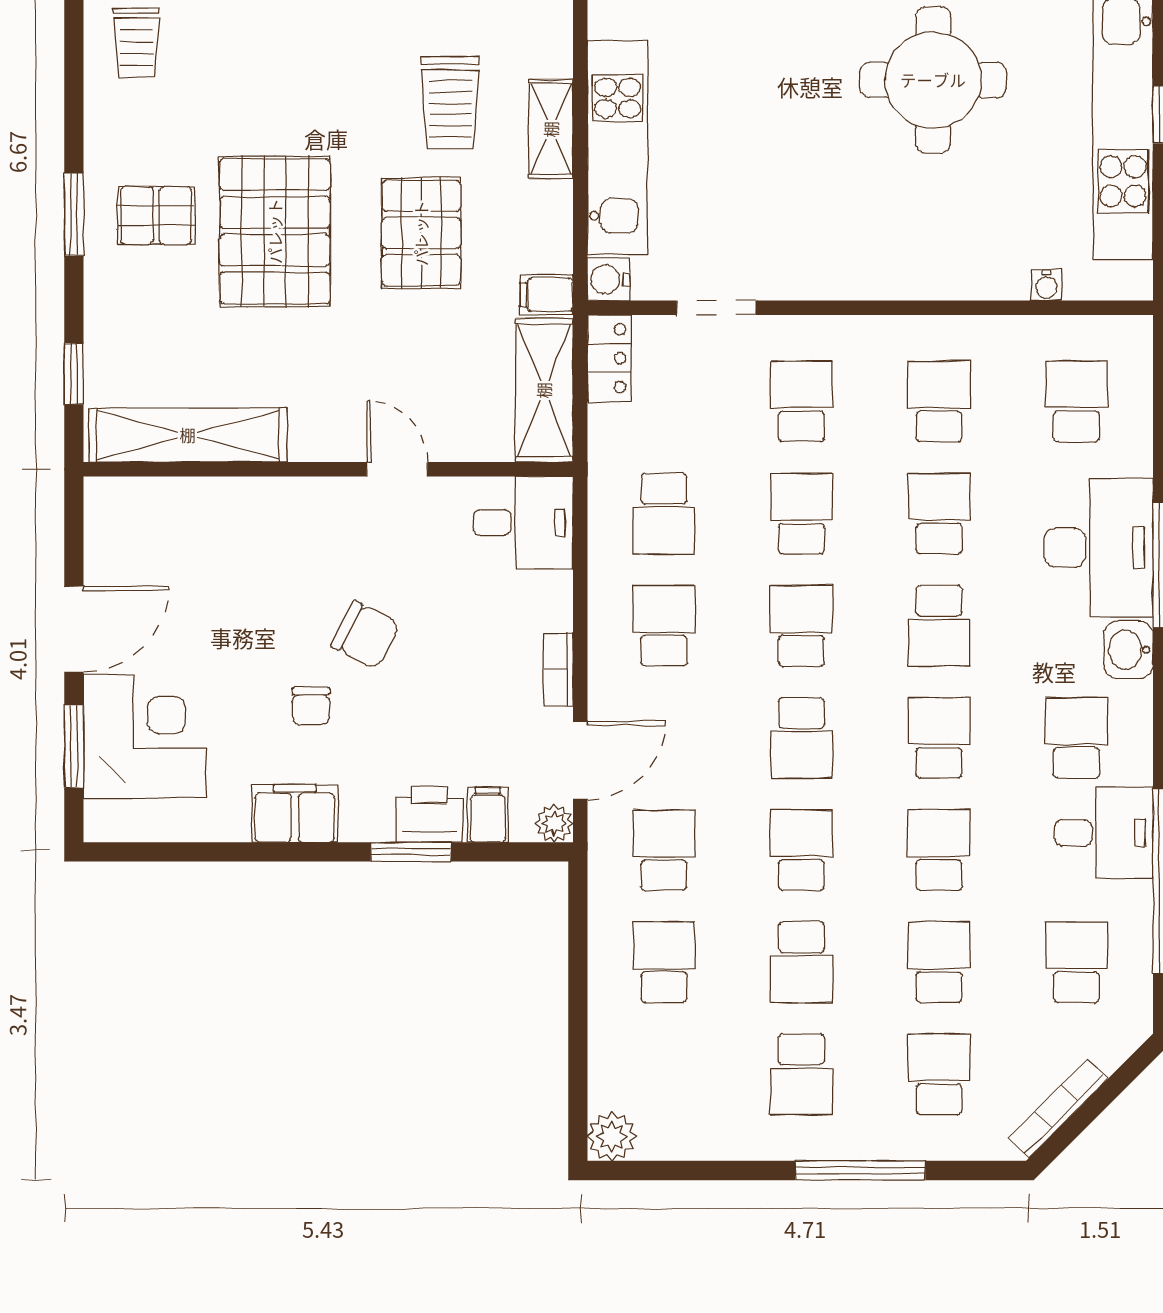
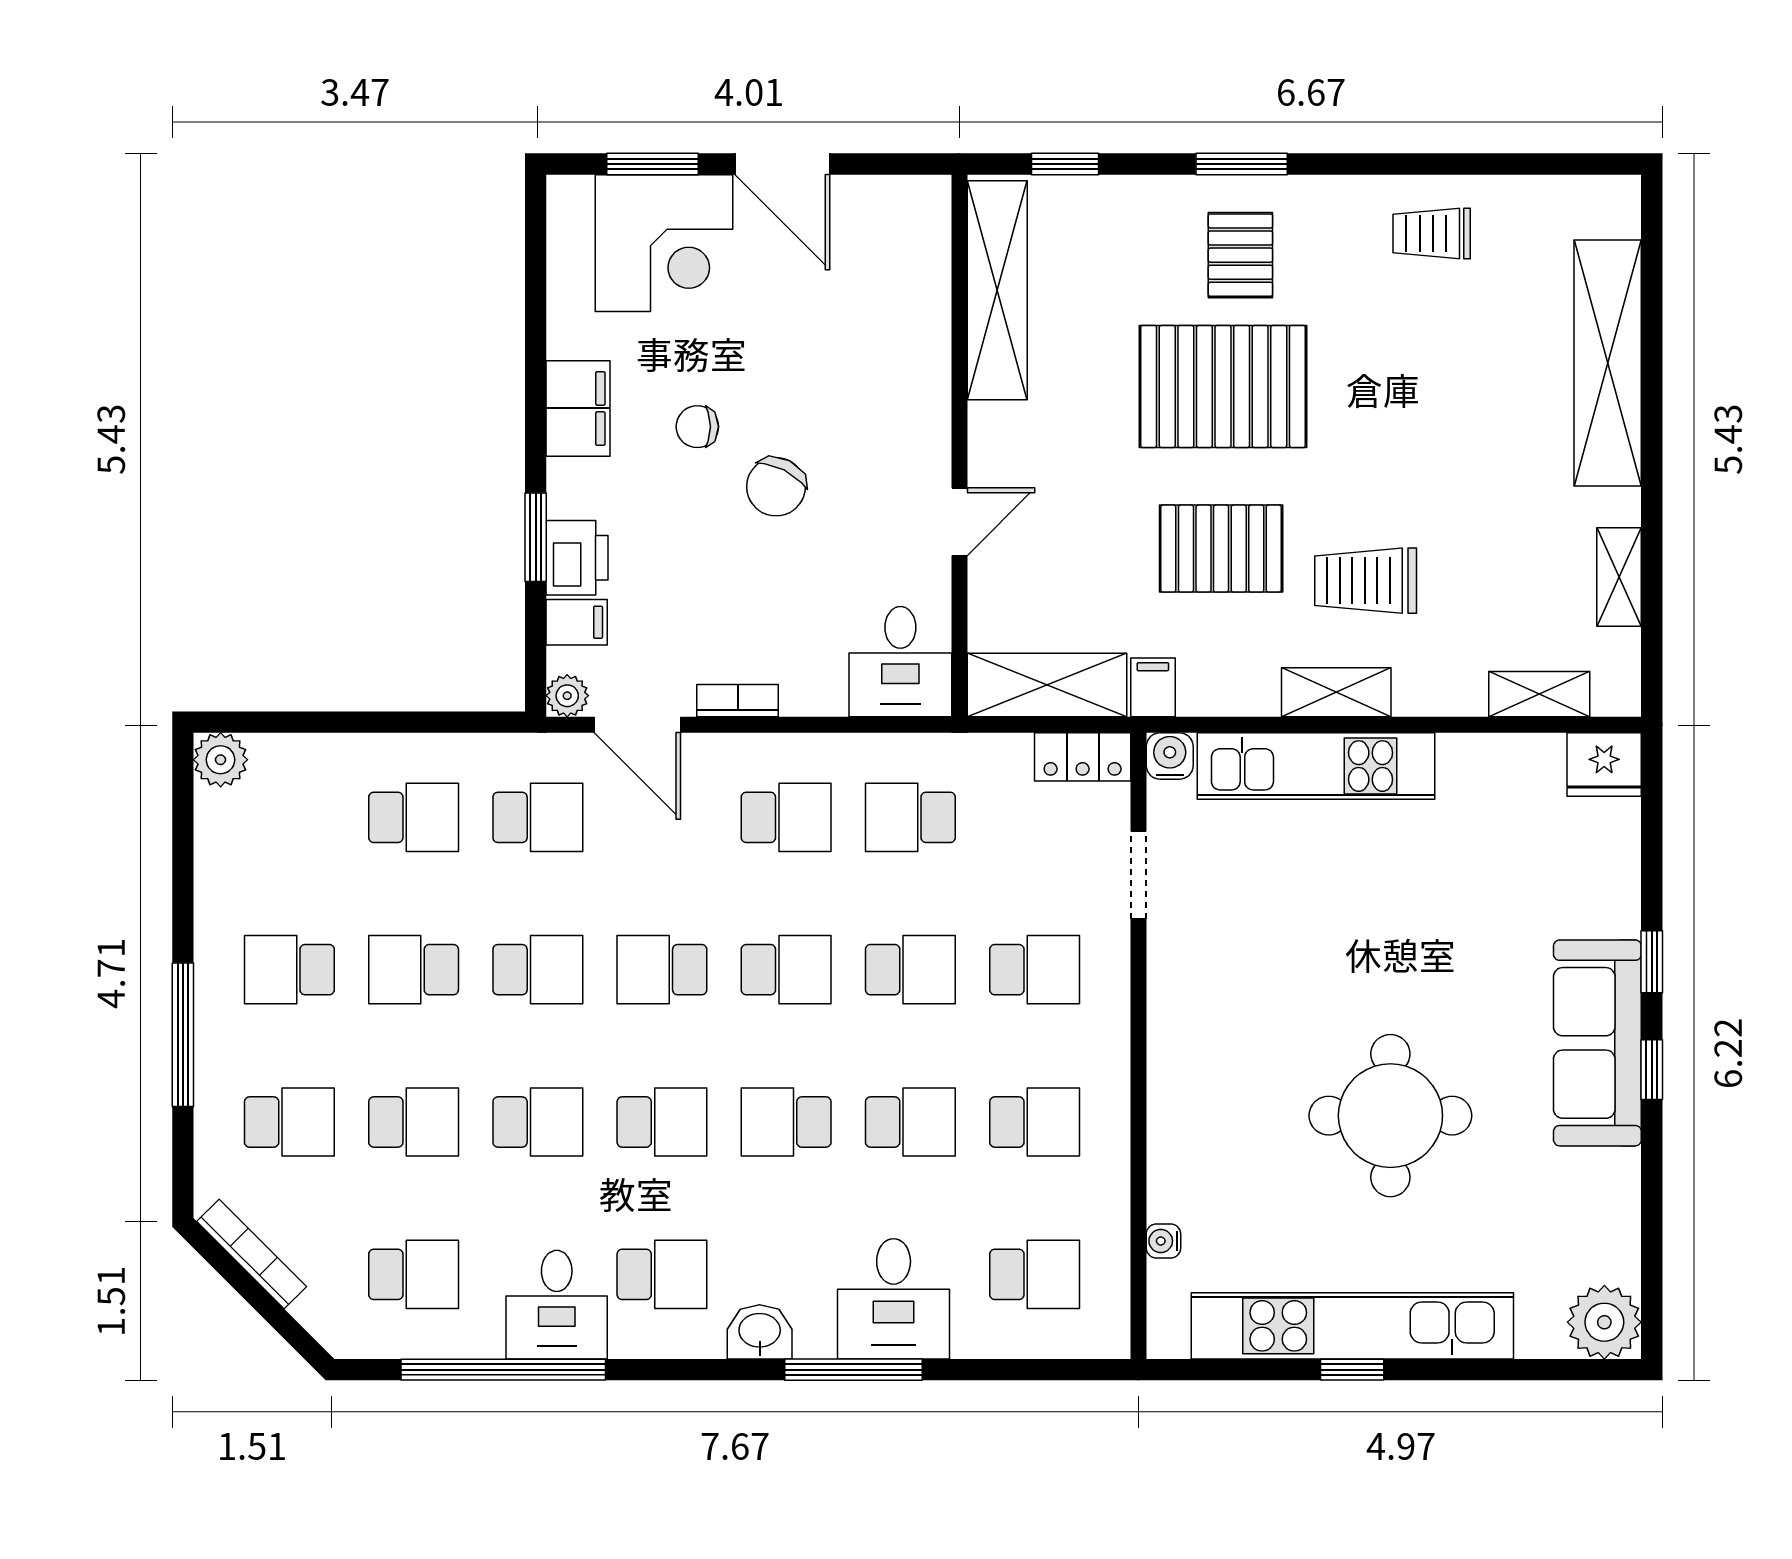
desk: (1099, 548) -> (894, 1299), width x0.73

